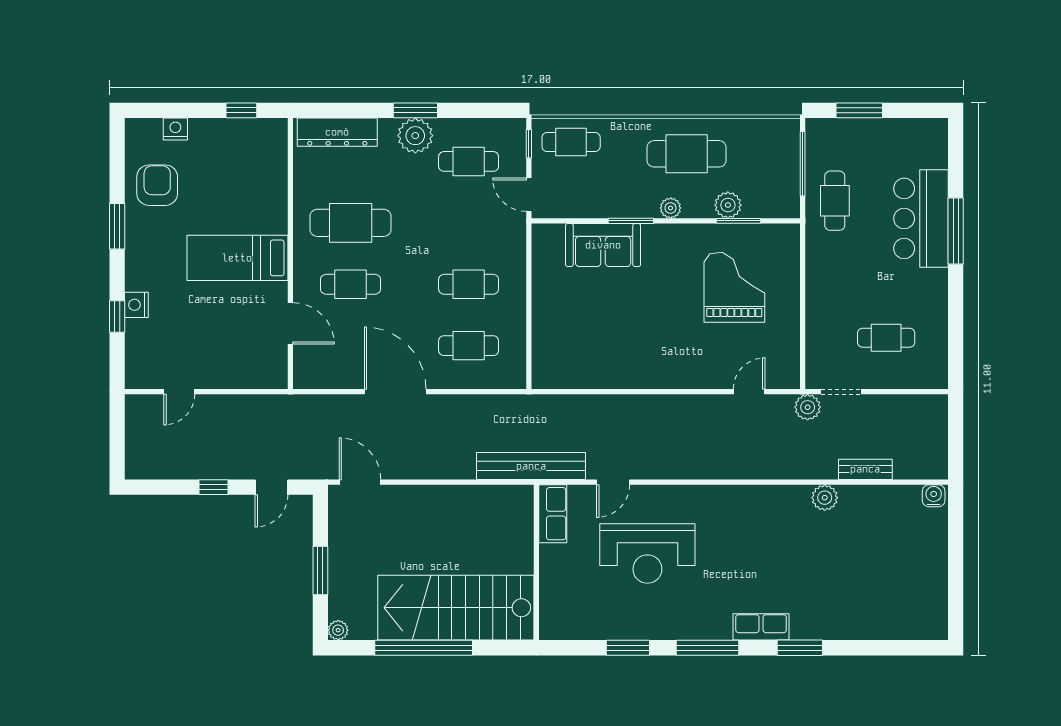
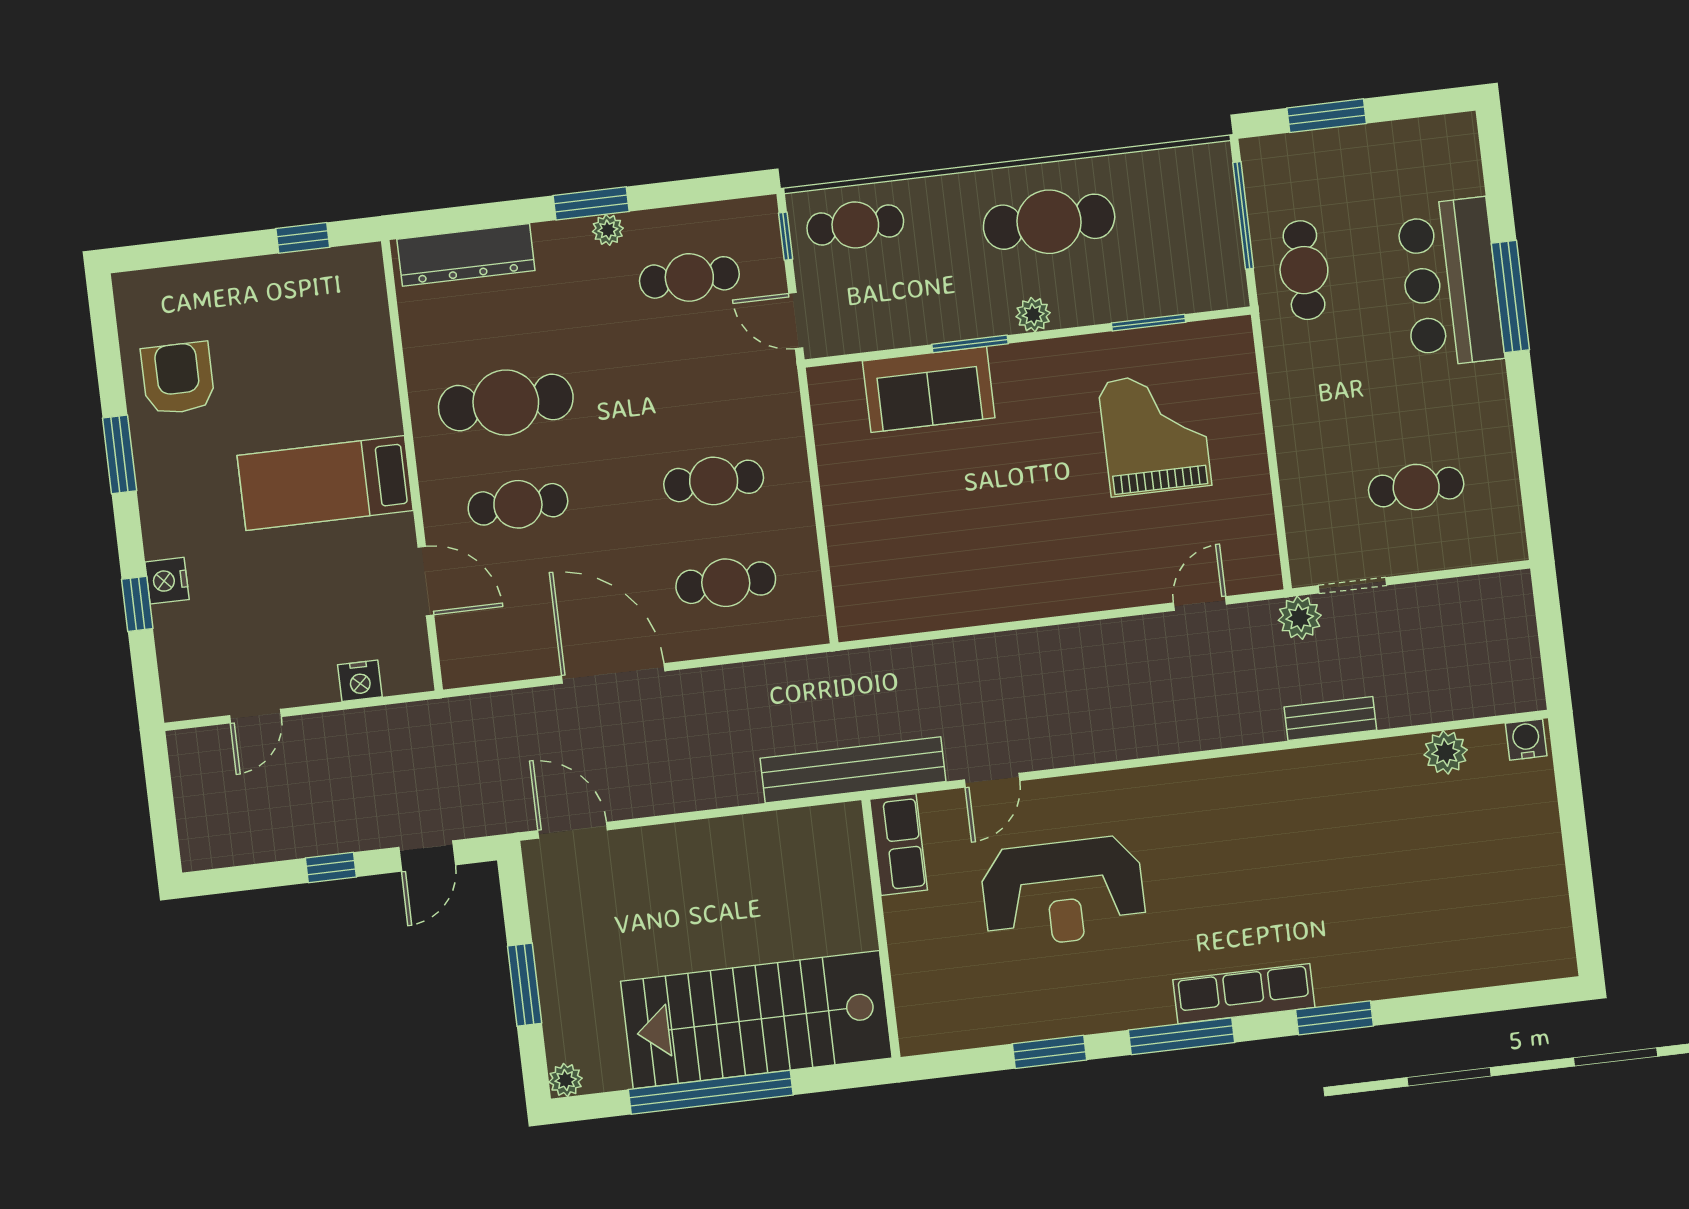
nightstand: (175, 129) -> (360, 681), moved, turned 180
plant: (415, 136) -> (608, 230), width x0.53, depth x0.53
plant: (728, 205) -> (1128, 298), removed
bench: (865, 469) -> (1330, 719), moved
plant: (825, 498) -> (1446, 752), moved
row of seats: (761, 627) -> (1244, 994), width x1.48

